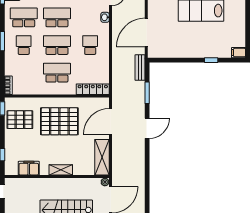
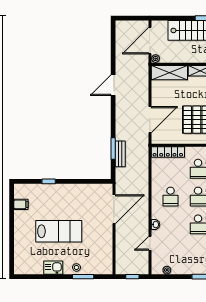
filing cabinet: (239, 53) -> (21, 204), moved
bench: (140, 68) -> (120, 154), moved
door: (147, 128) -> (113, 85), moved
shelving: (102, 157) -> (169, 73), moved, turned 90

